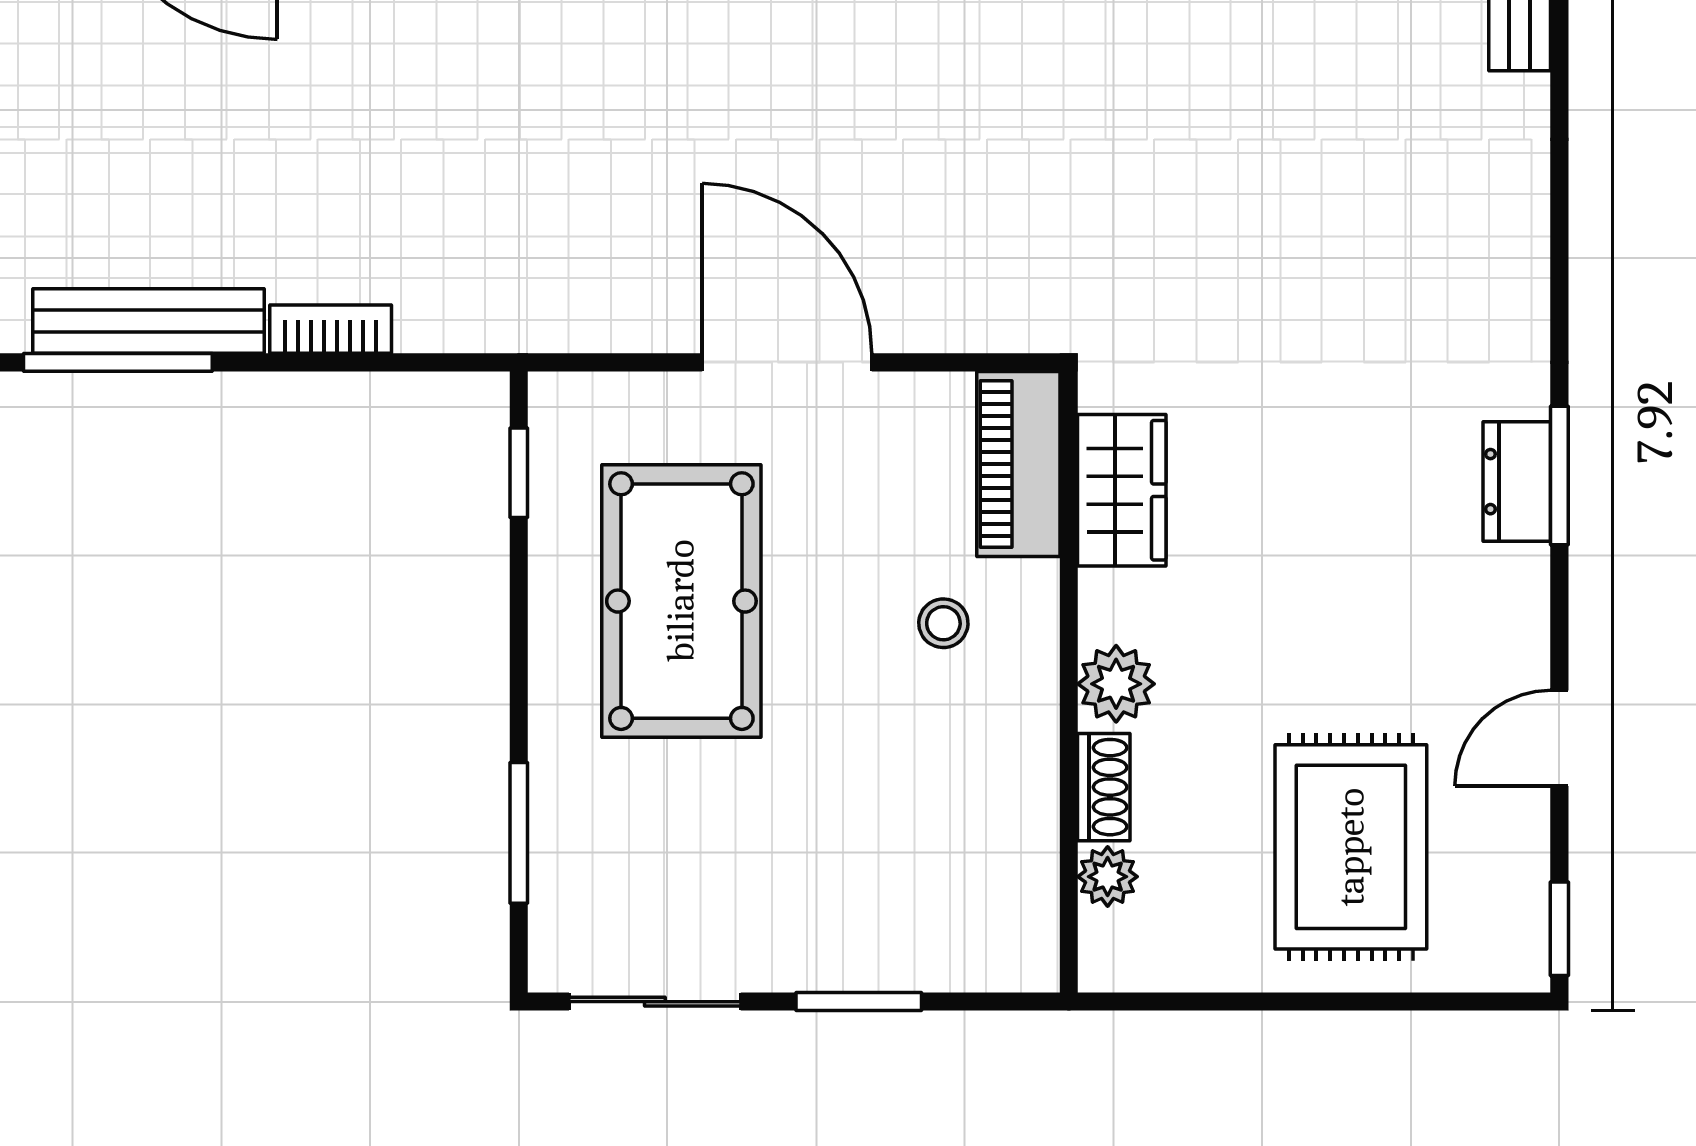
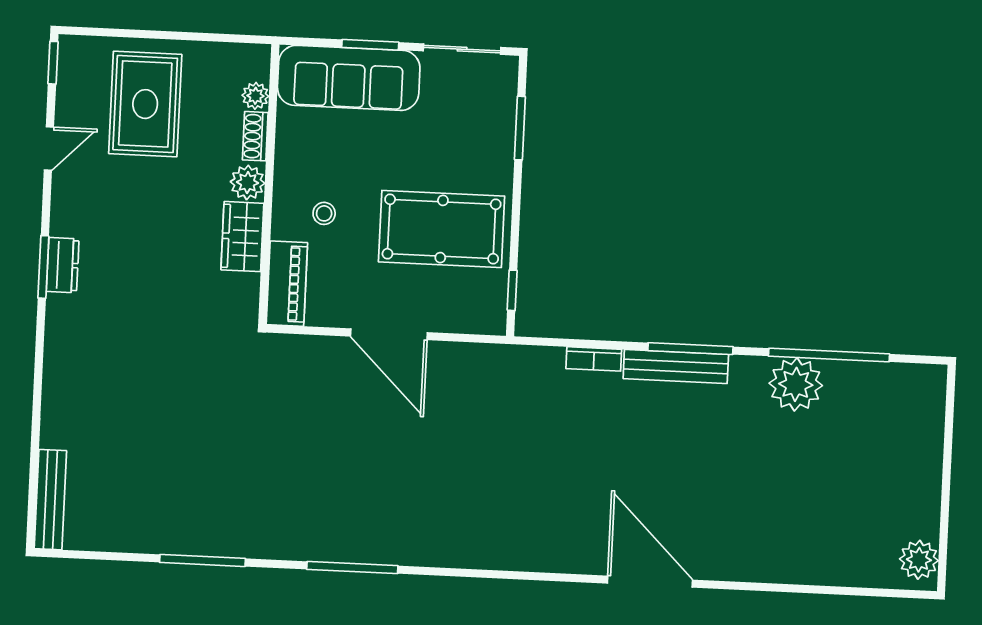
wardrobe: (1122, 490) -> (242, 237), moved
pool table: (681, 601) -> (442, 229), turned 90
sofa: (903, 926) -> (349, 78), added

